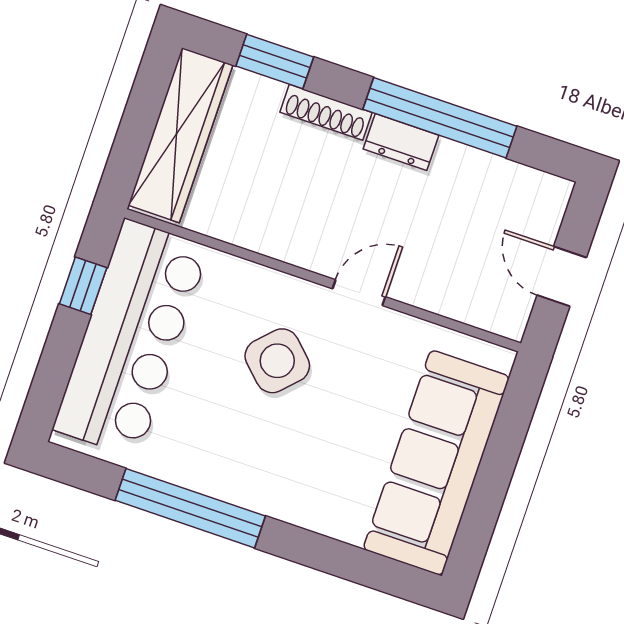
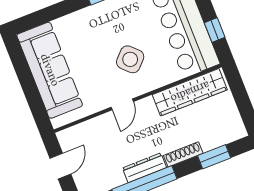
wardrobe: (180, 135) -> (190, 92), moved, turned -90
dresser: (401, 142) -> (144, 168), width x1.44
door: (562, 276) -> (60, 166), hinge flipped

